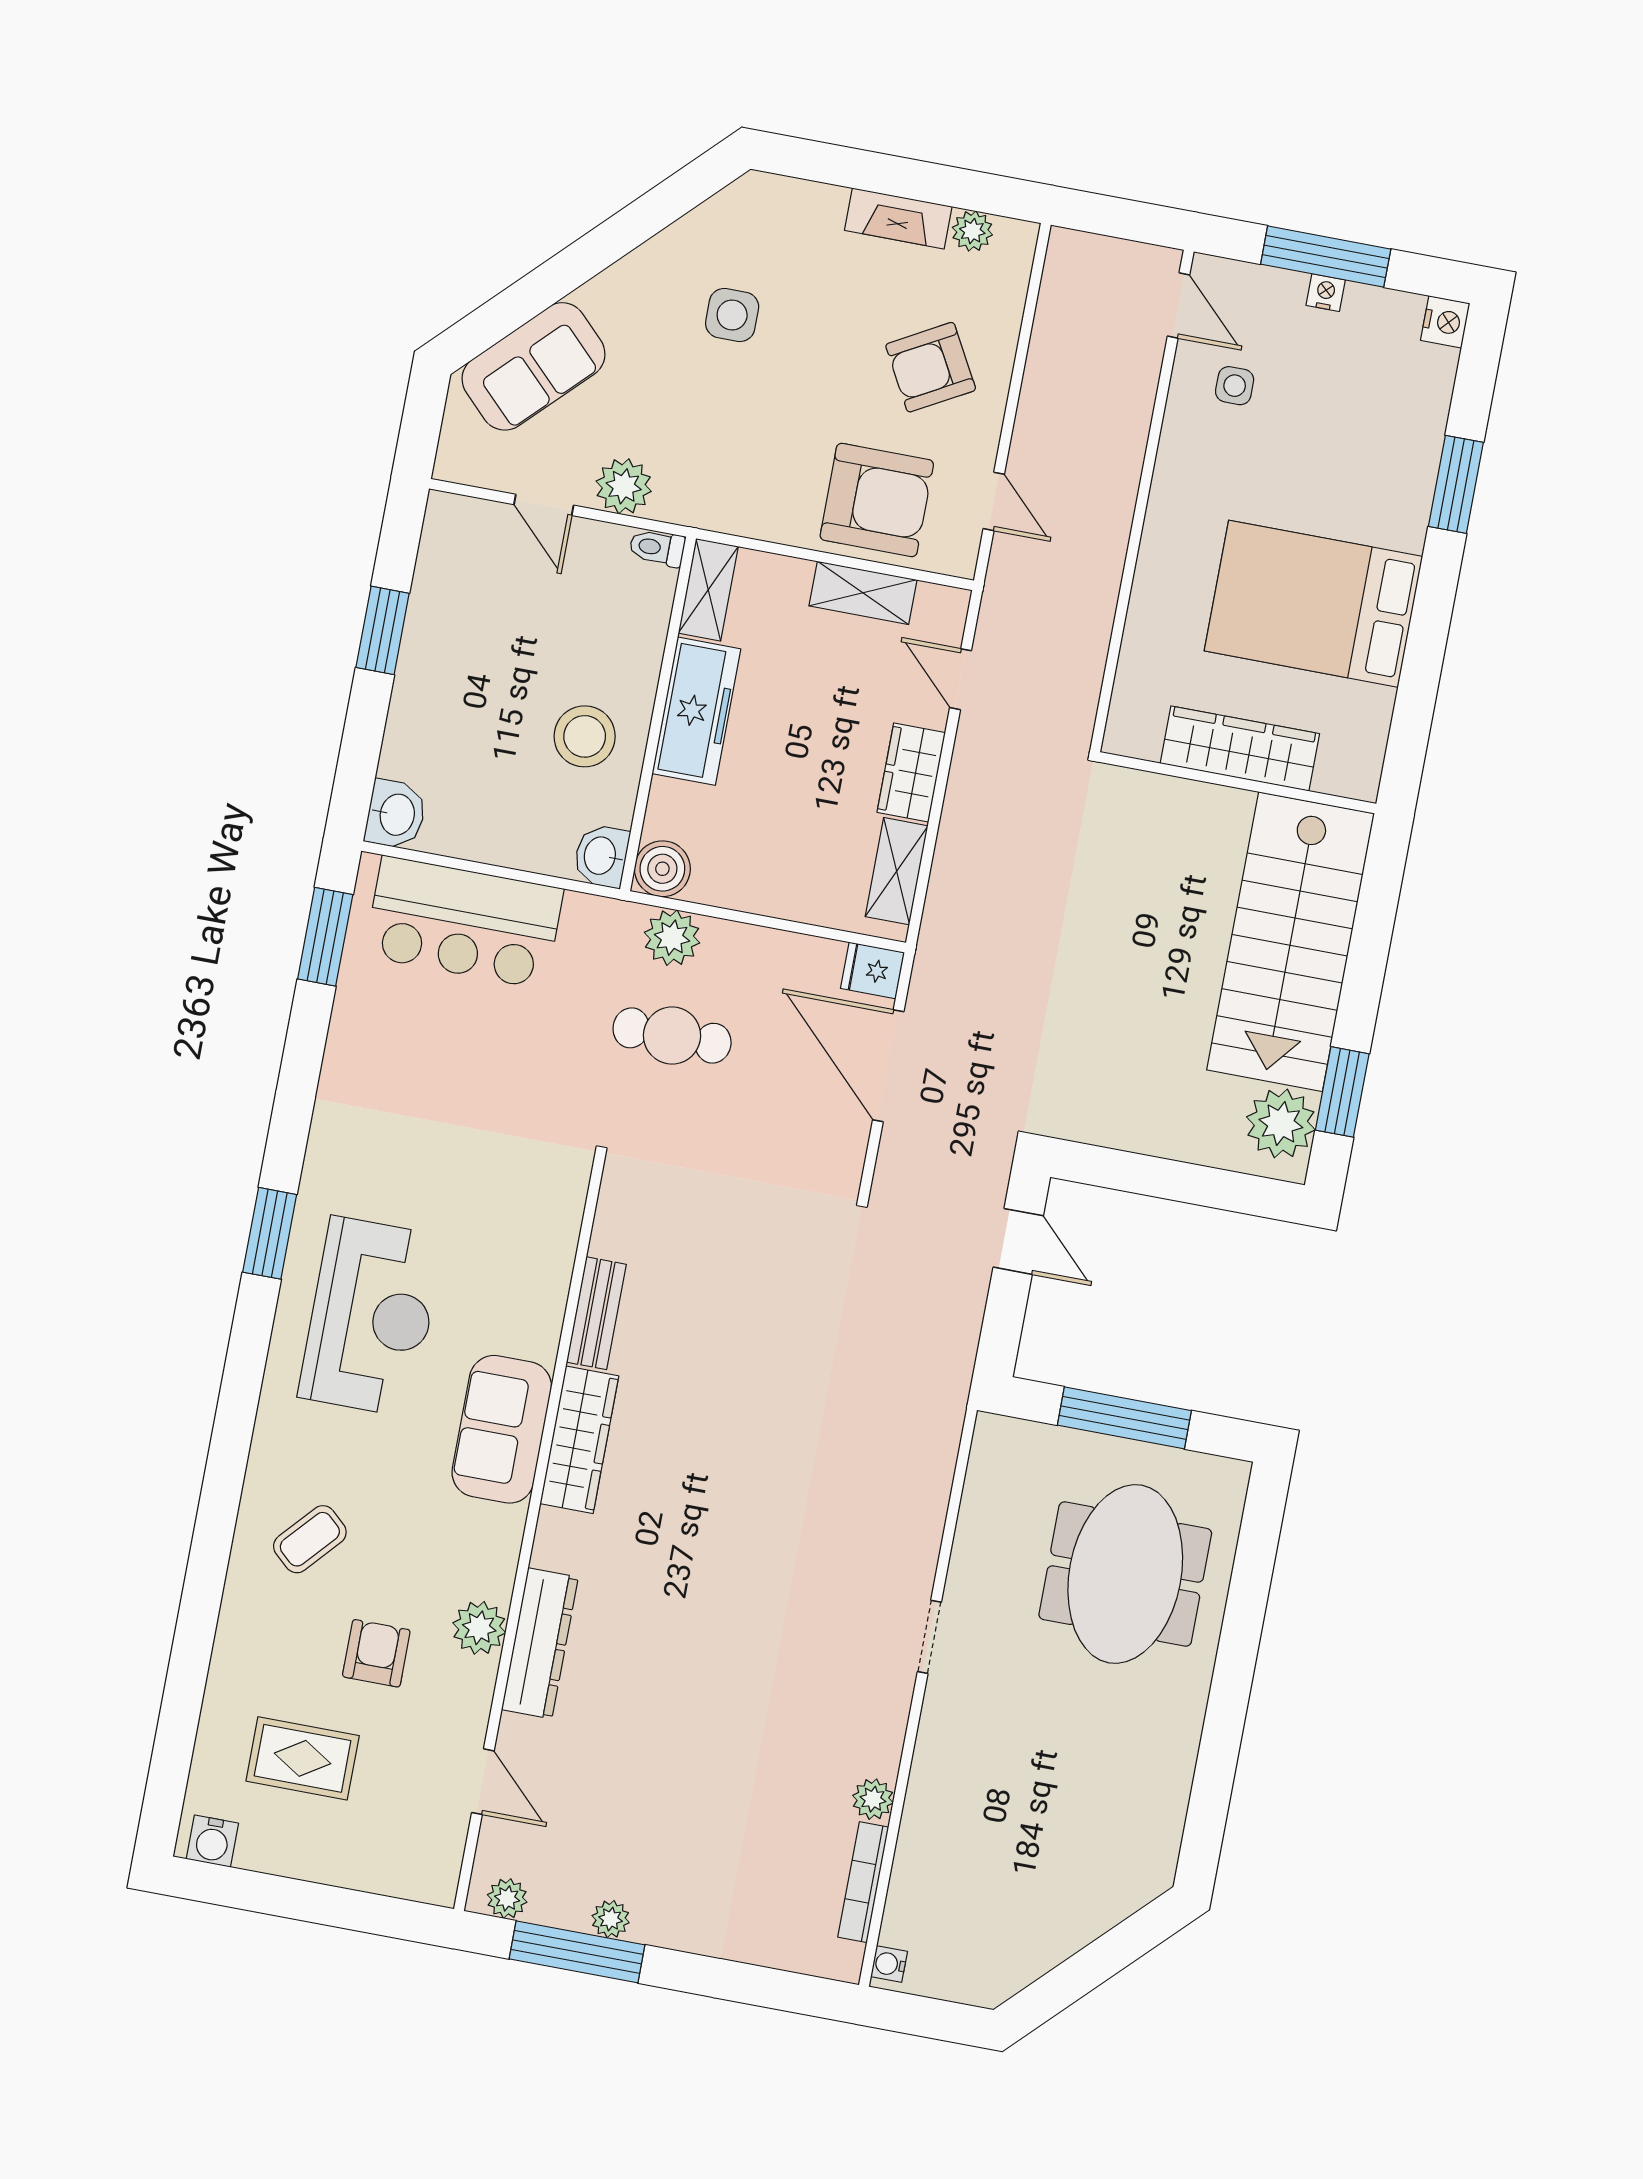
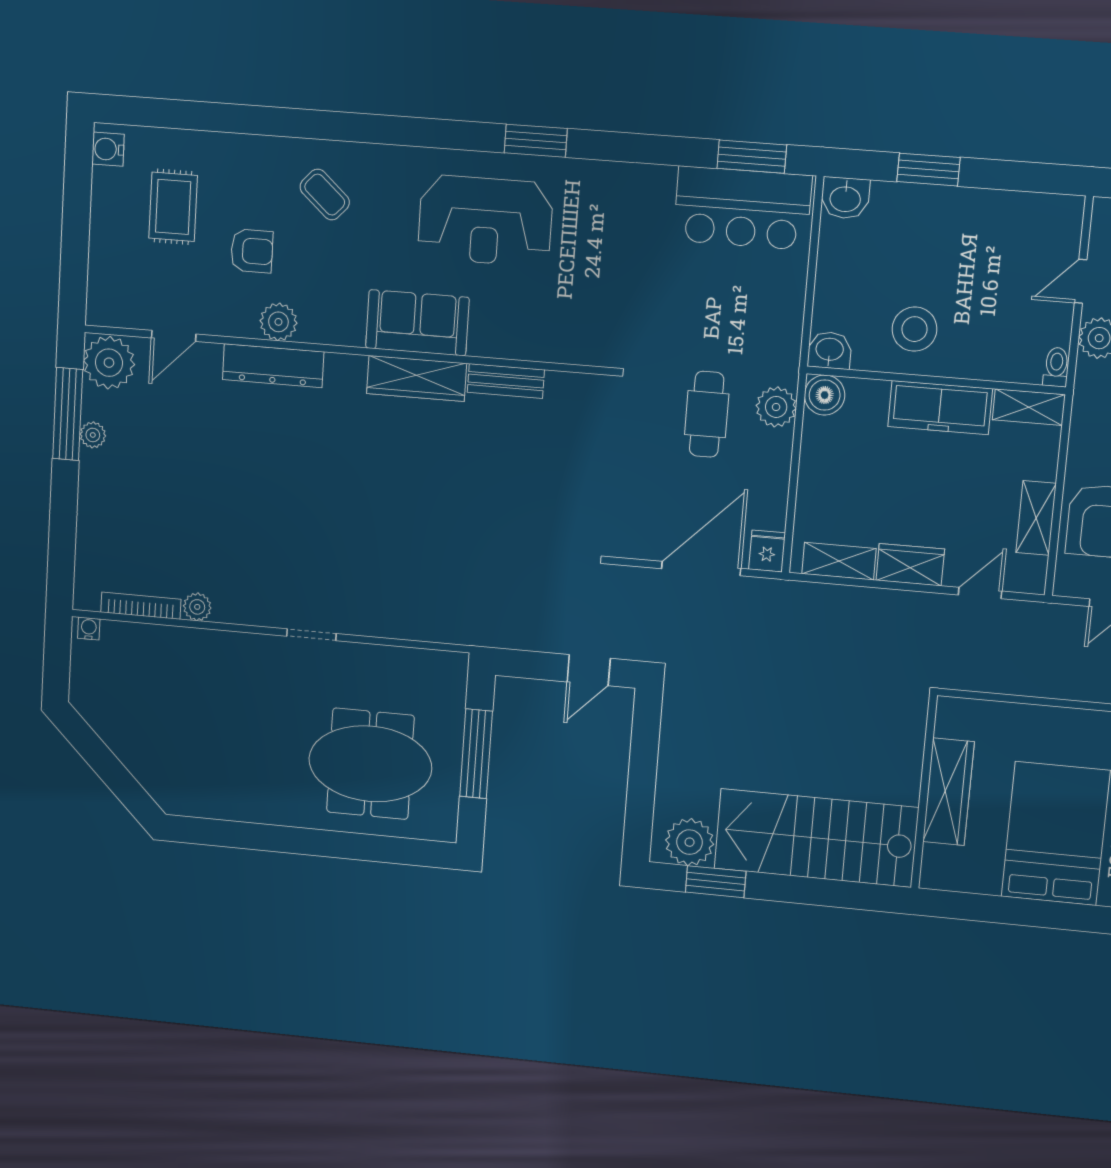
window: (383, 630) -> (928, 170), moved
bar counter: (464, 922) -> (743, 208), moved, turned -90
plant: (507, 1898) -> (109, 363), width x1.87, depth x1.87

